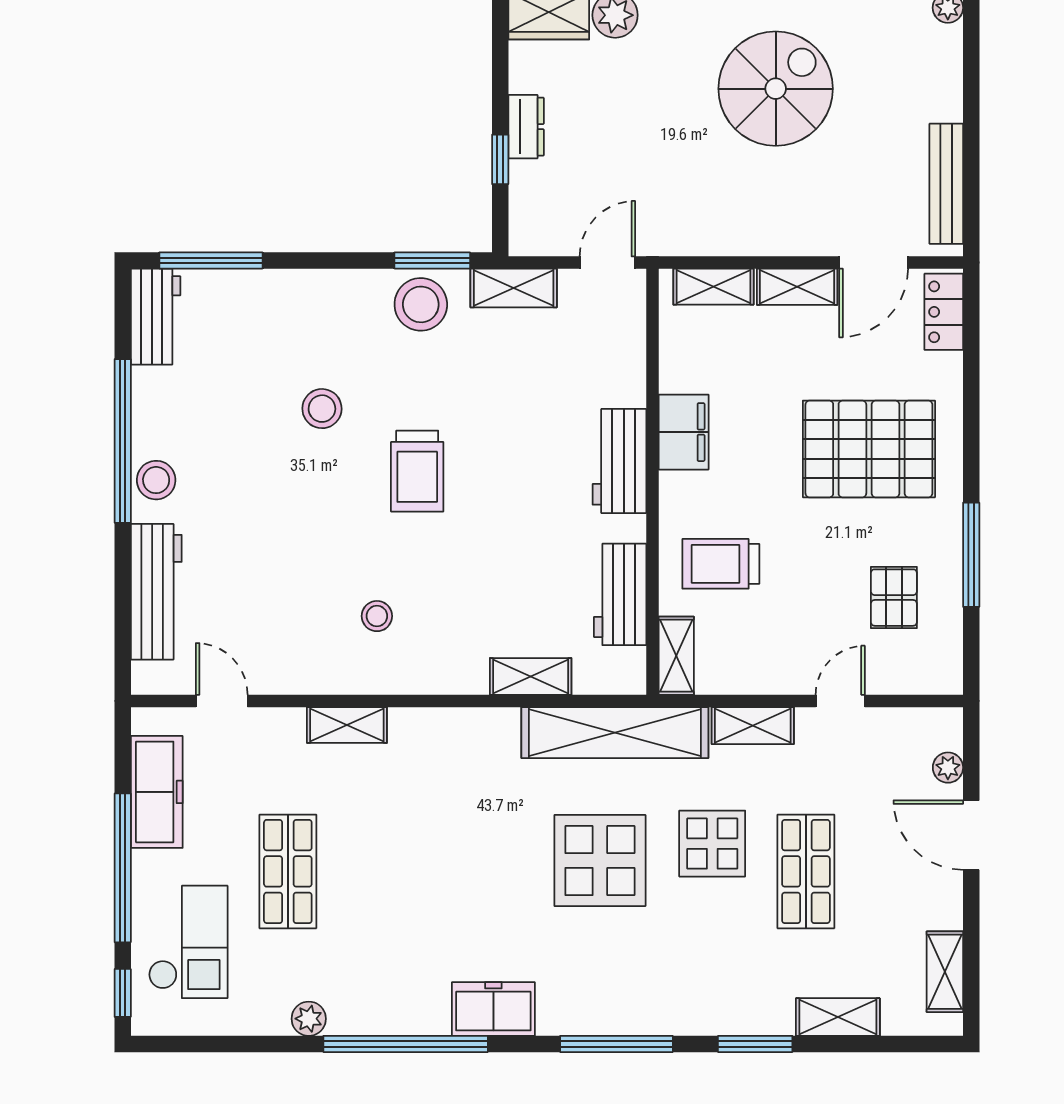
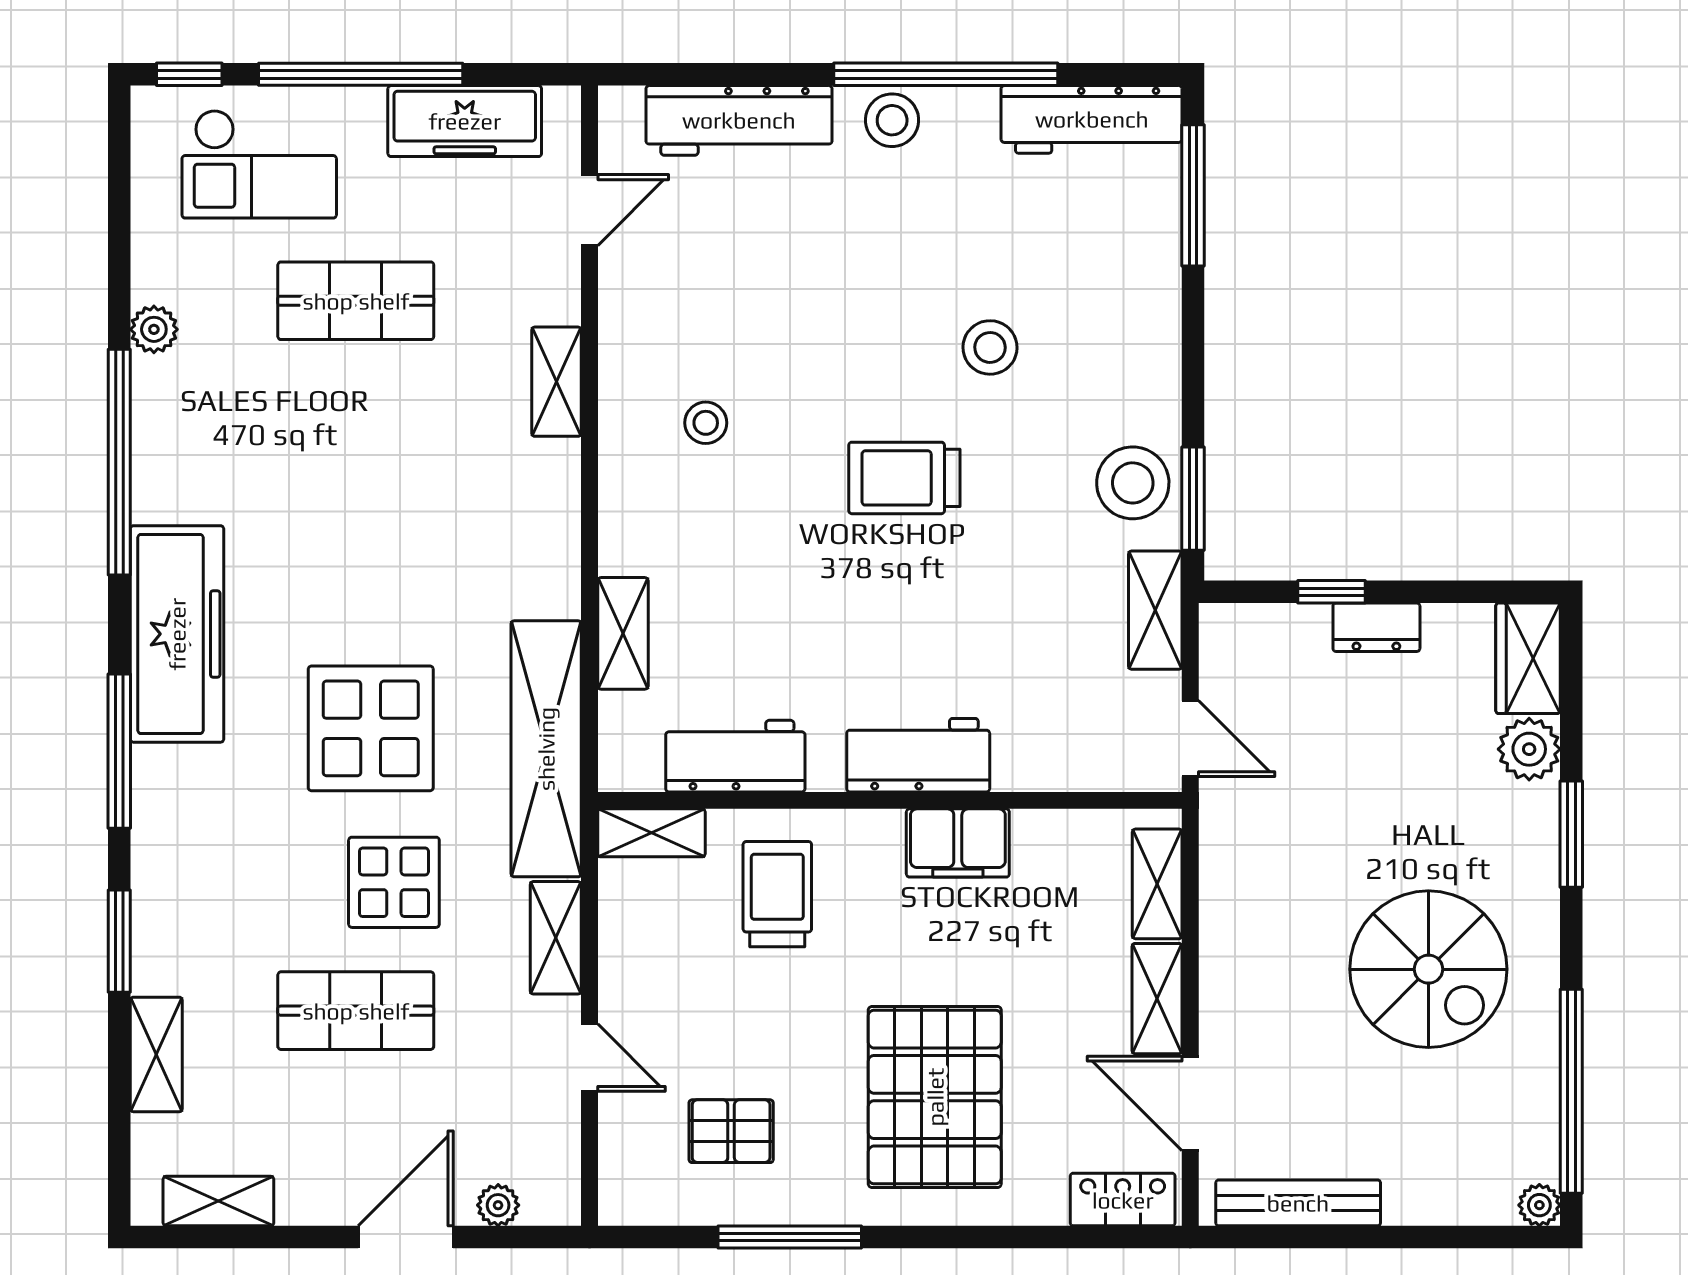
workbench: (156, 317) -> (1092, 119), width x1.38
freezer: (493, 1009) -> (177, 634), width x1.91, depth x1.26

